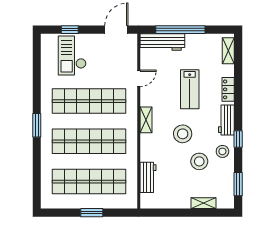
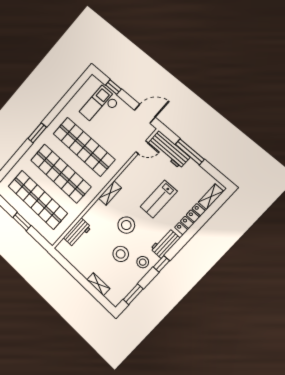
window: (180, 30) -> (190, 152), width x0.68
door: (139, 78) -> (142, 147), moved
locker: (228, 89) -> (190, 219), width x1.53

